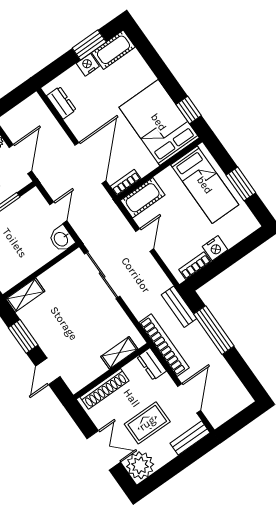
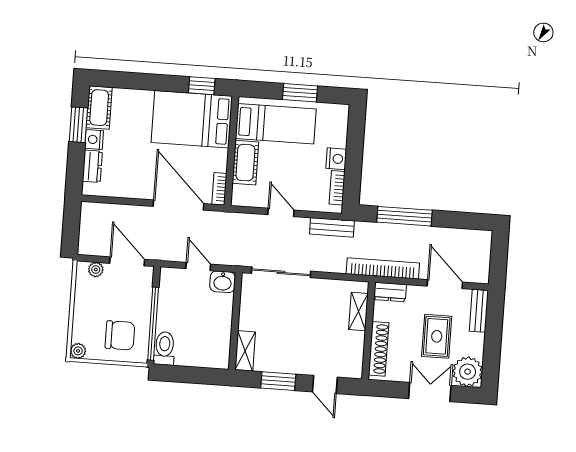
dresser: (61, 103) -> (92, 166), moved, turned 90
cot: (143, 198) -> (245, 163), moved
bench: (179, 307) -> (332, 227), moved

